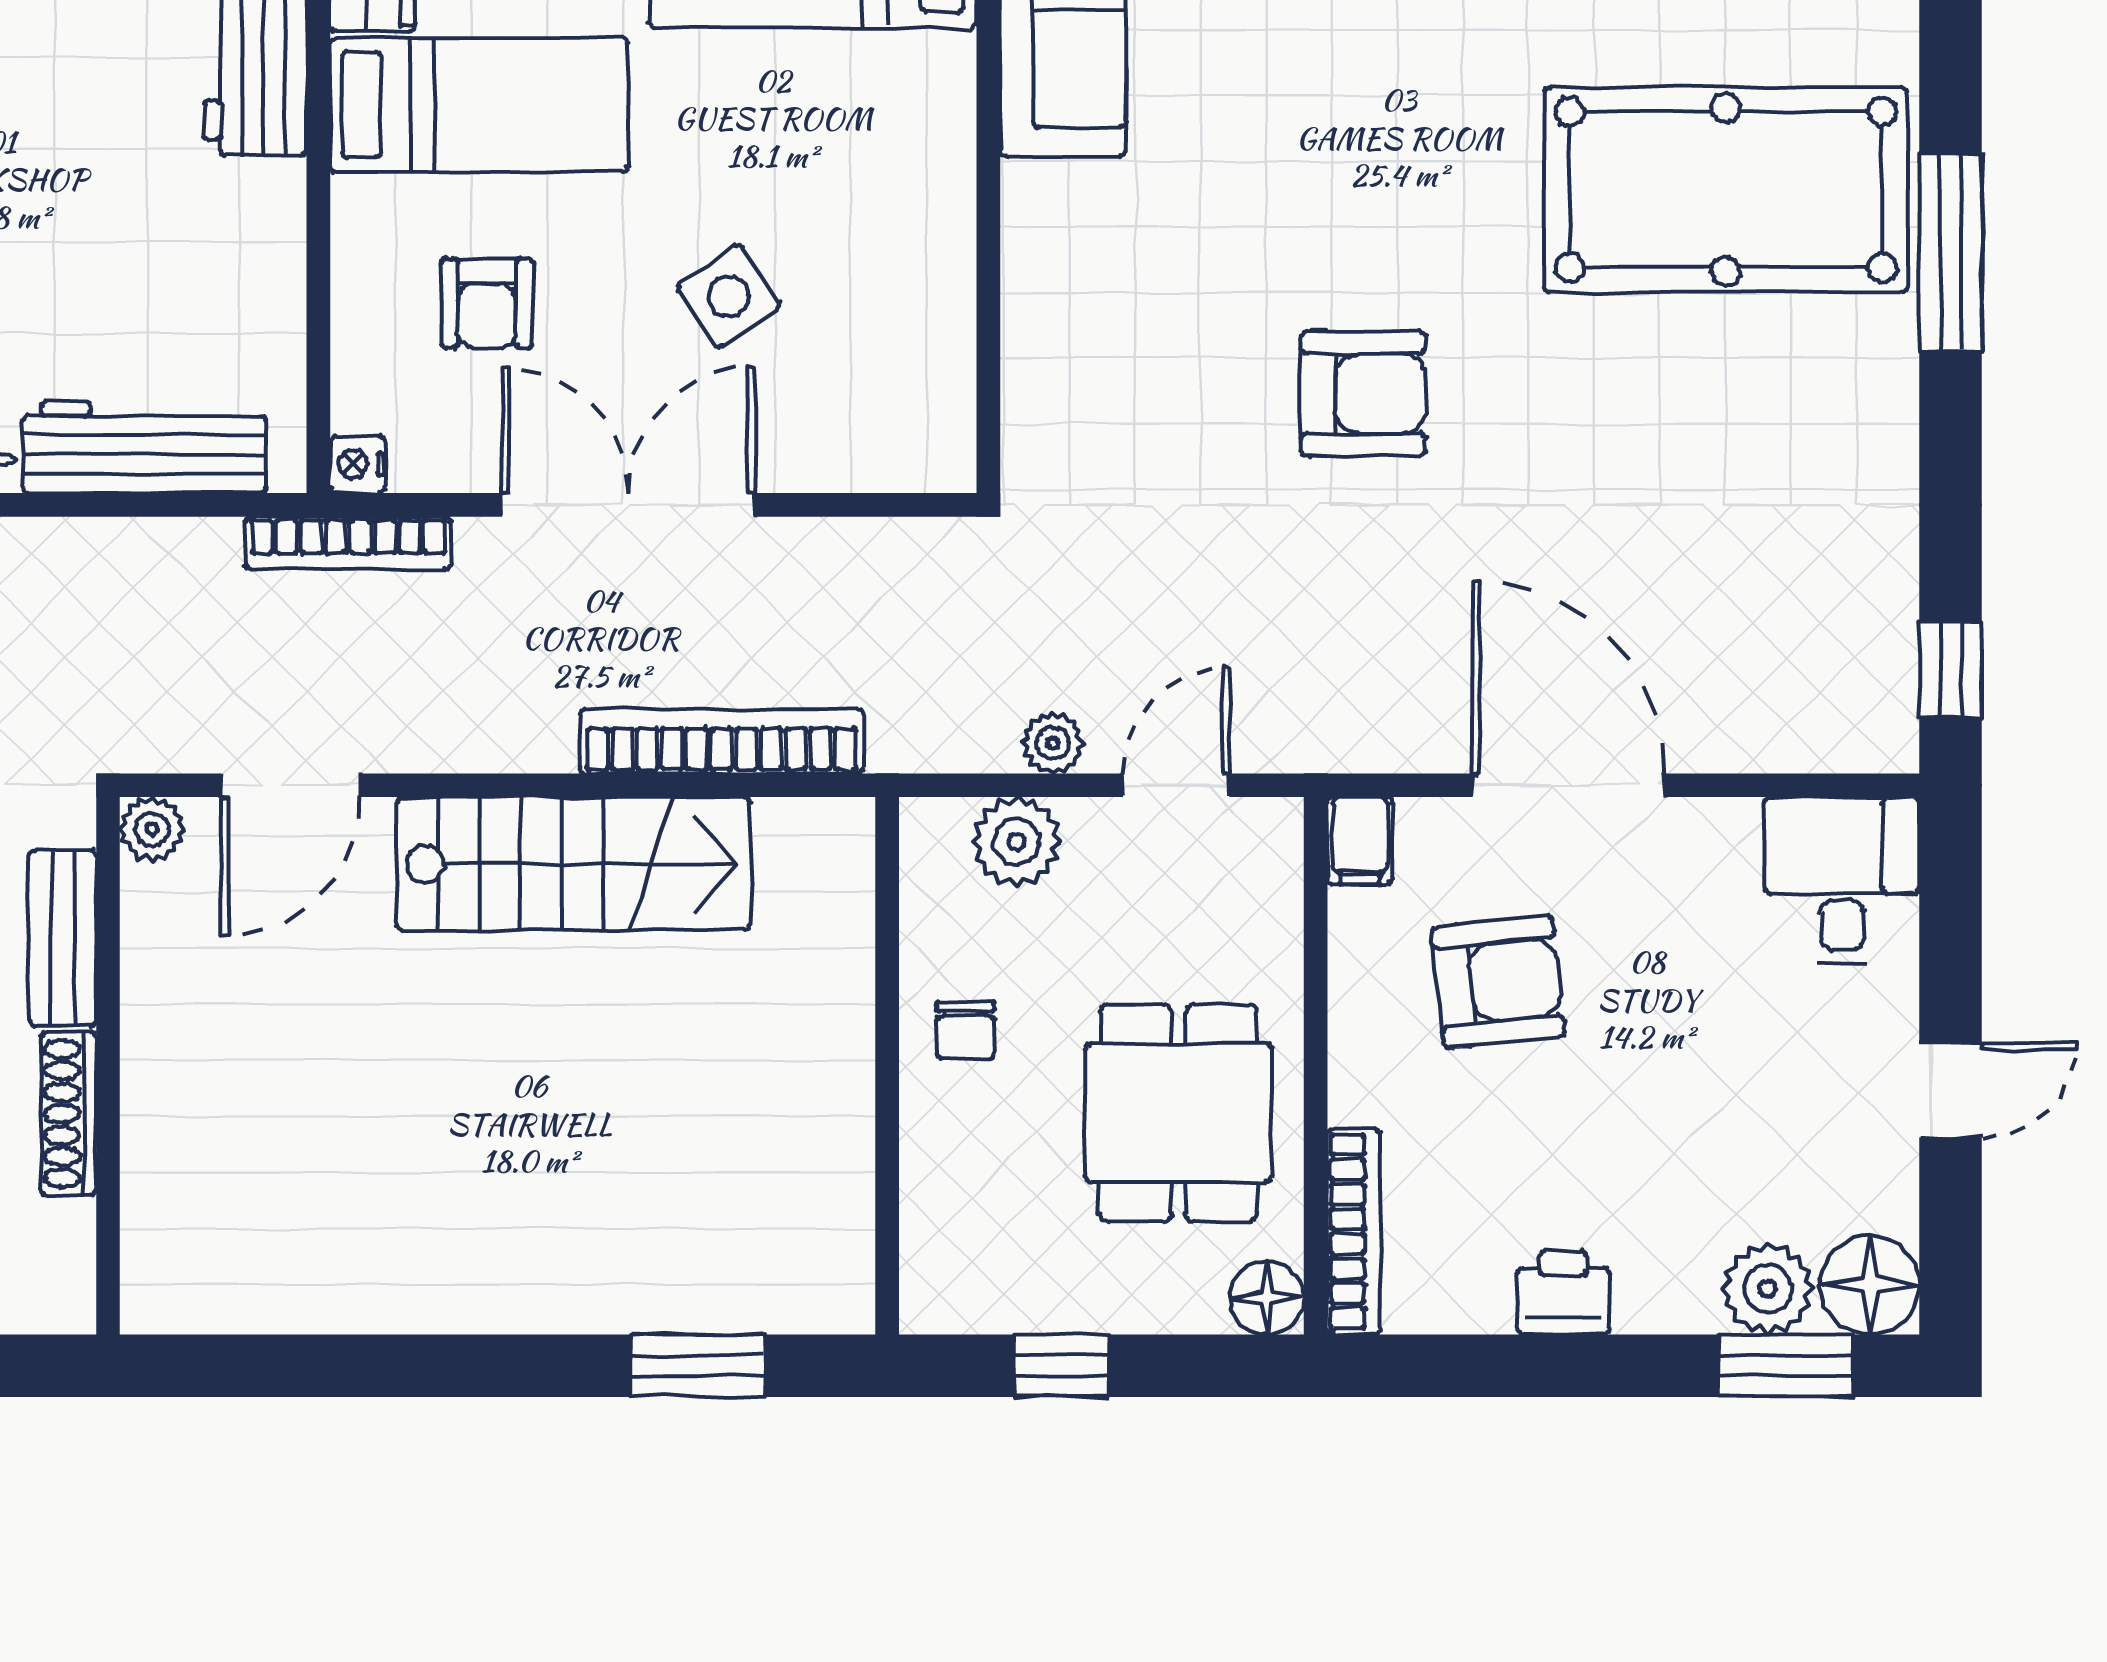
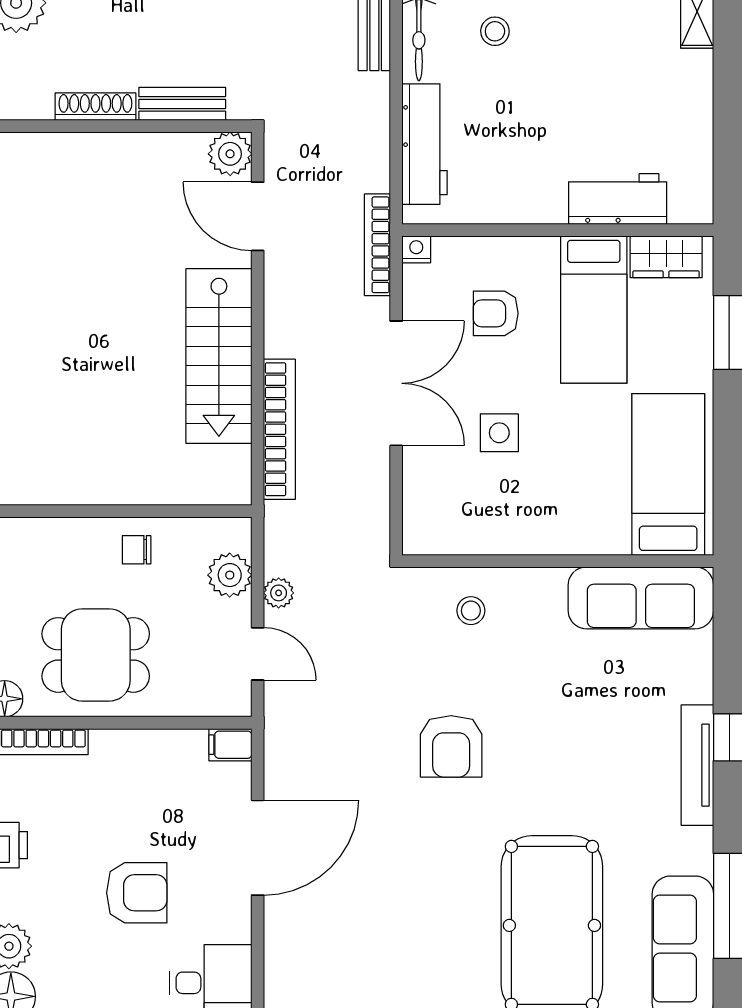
side table: (729, 296) -> (499, 433), turned 33
stool: (1089, 354) -> (471, 611), added
plant: (152, 829) -> (230, 154), width x1.38, depth x1.38
armchair: (1498, 982) -> (137, 893), moved, turned -84

